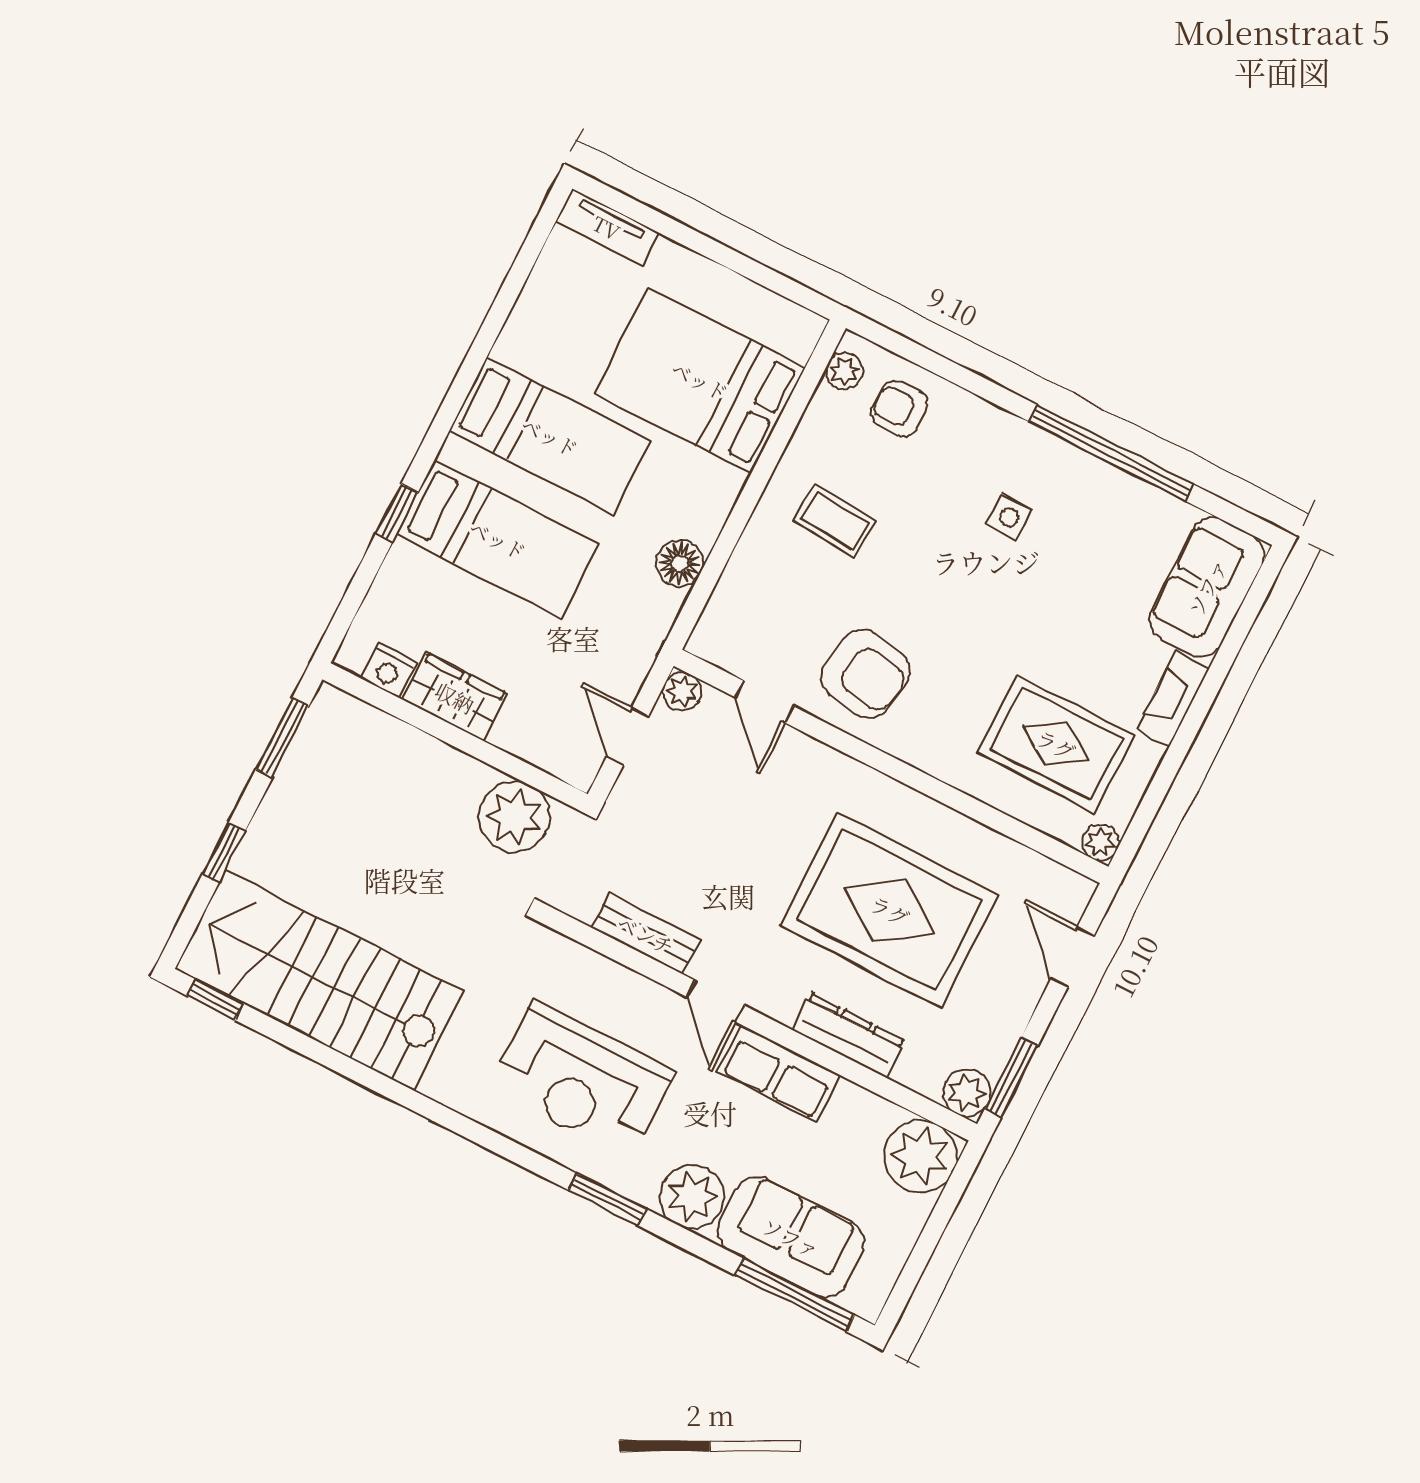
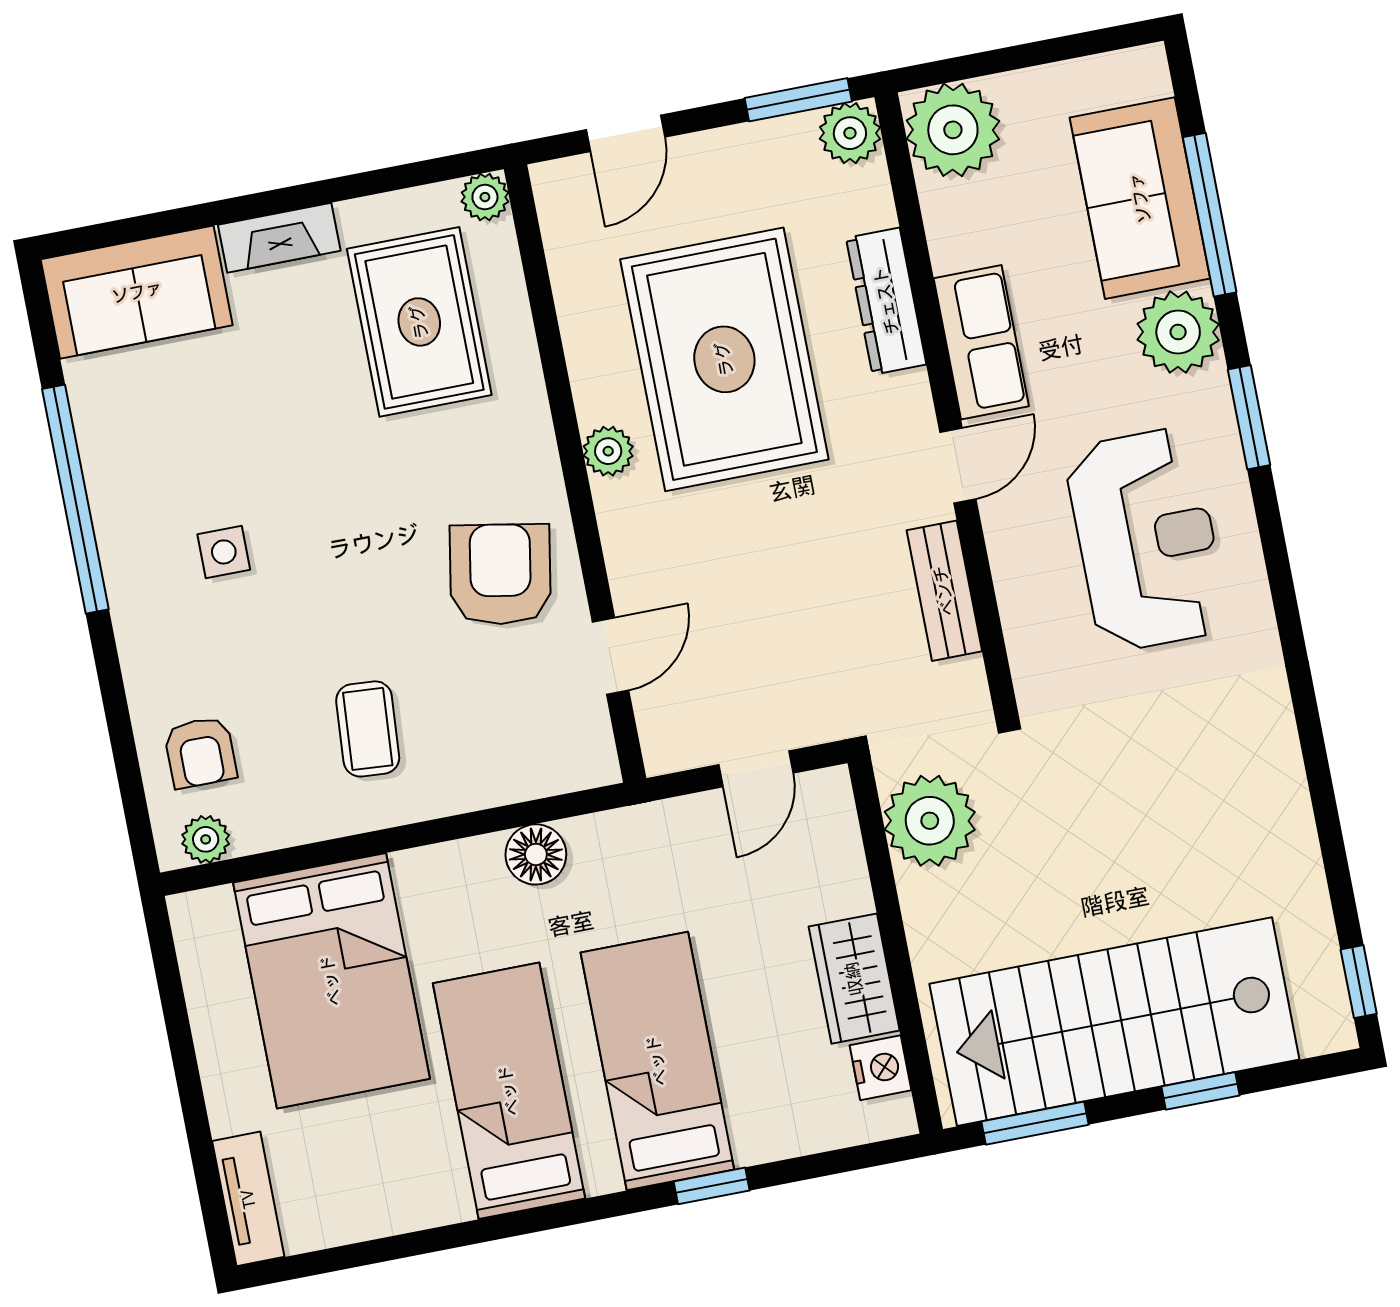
plant: (682, 692) -> (608, 451), moved
stairs: (319, 980) -> (1114, 1022), moved, turned 90
window: (795, 1295) -> (1210, 215), moved

